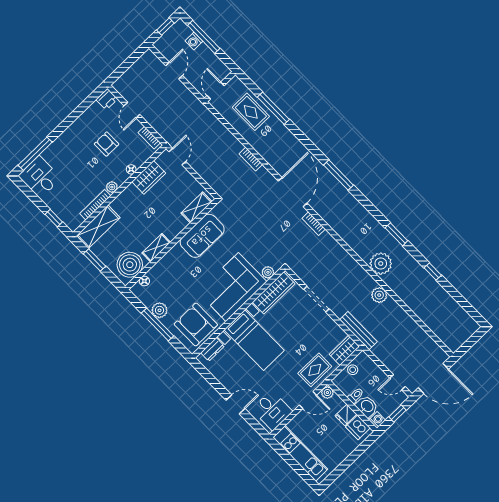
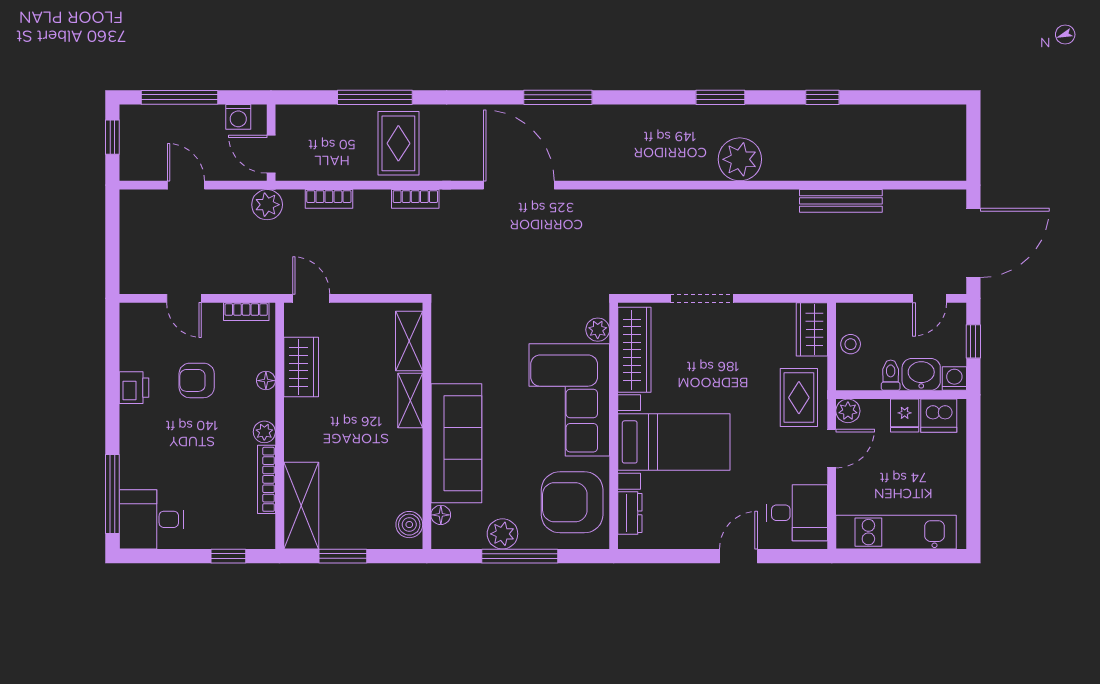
washing machine: (194, 41) -> (238, 117), moved
printer: (107, 99) -> (134, 388), moved
rug: (251, 112) -> (398, 143), moved, turned 90
bookcase: (314, 224) -> (329, 199), moved
sofa: (202, 236) -> (456, 443), moved, width x1.36
shelving: (156, 248) -> (410, 400), moved
boiler: (130, 265) -> (409, 525), width x0.54, depth x0.54
plant: (379, 295) -> (267, 205), moved
bench: (358, 331) -> (841, 201), moved

